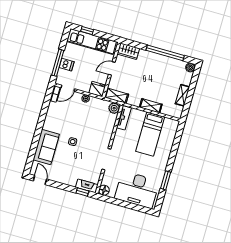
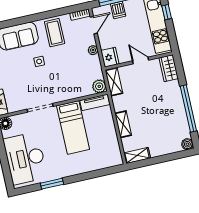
door: (68, 88) -> (94, 25), swing flipped
shelving: (182, 95) -> (137, 156), moved
coffee table: (58, 119) -> (55, 33), added
bed: (150, 134) -> (73, 127), moved, turned -90

